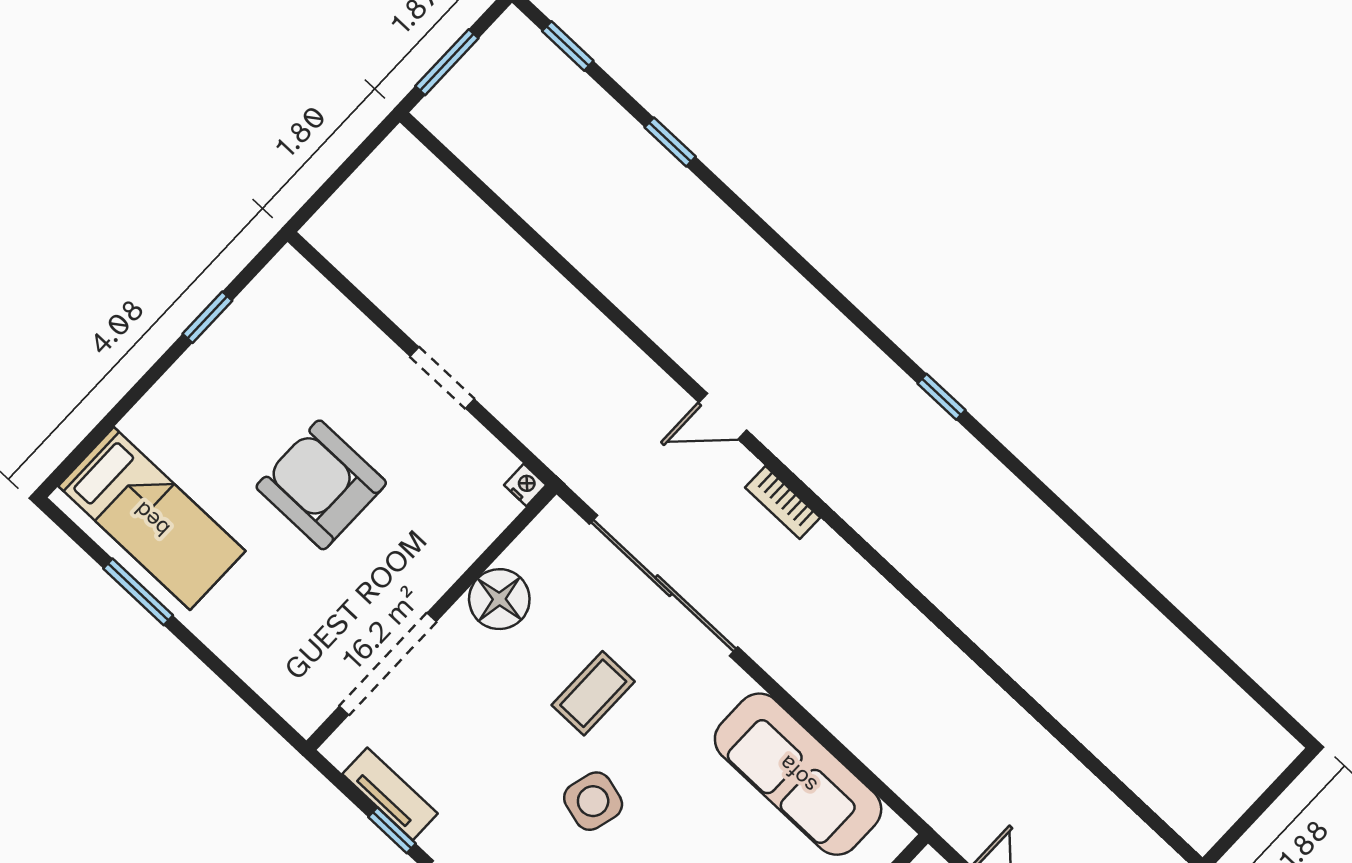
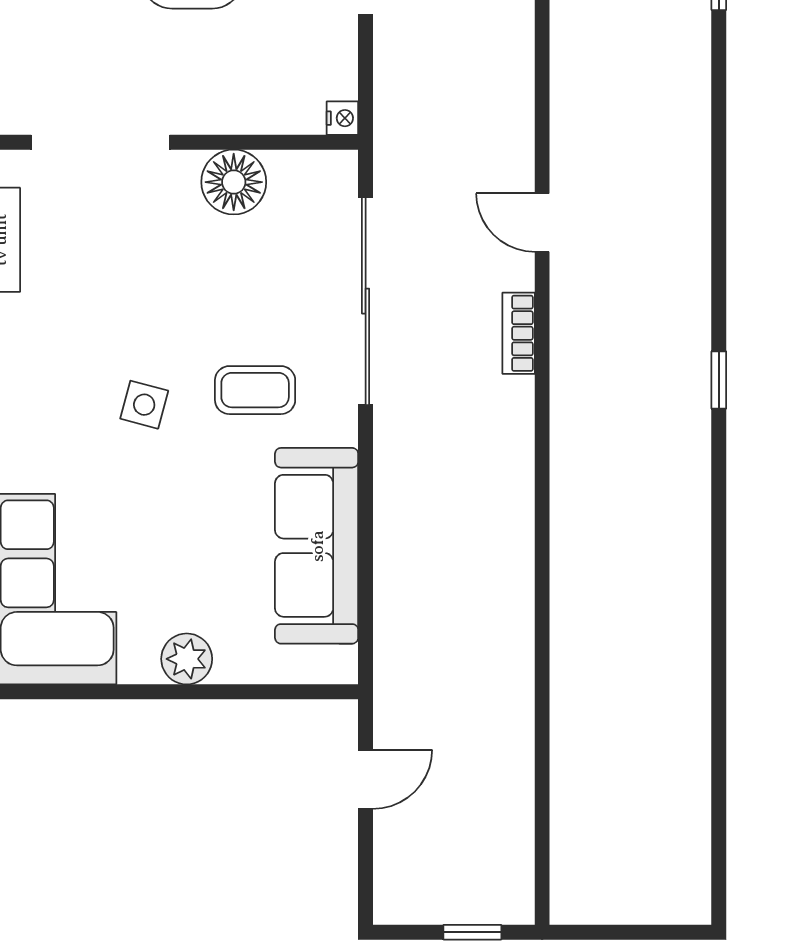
coffee table: (593, 693) -> (255, 390), moved
side table: (593, 801) -> (144, 405), width x0.73, depth x0.73

